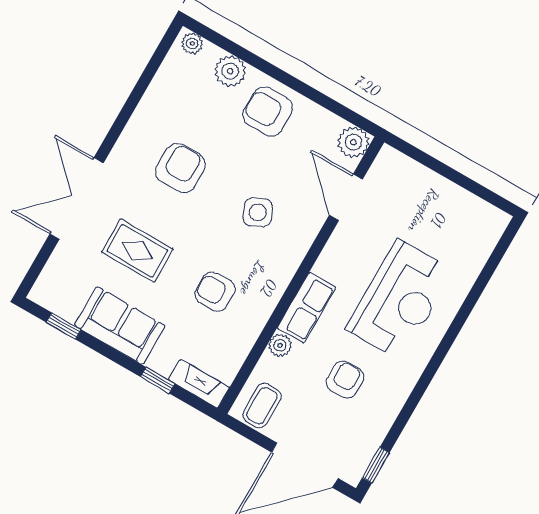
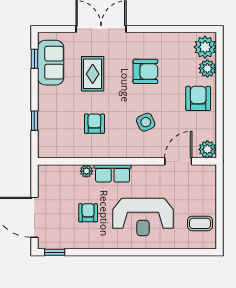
plant: (192, 43) -> (205, 47), width x1.88, depth x1.88
sofa: (120, 326) -> (51, 63), moved
armchair: (345, 380) -> (88, 213), turned -90
fireplace: (199, 384) -> (45, 142), removed
coffee table: (262, 406) -> (200, 223), moved

